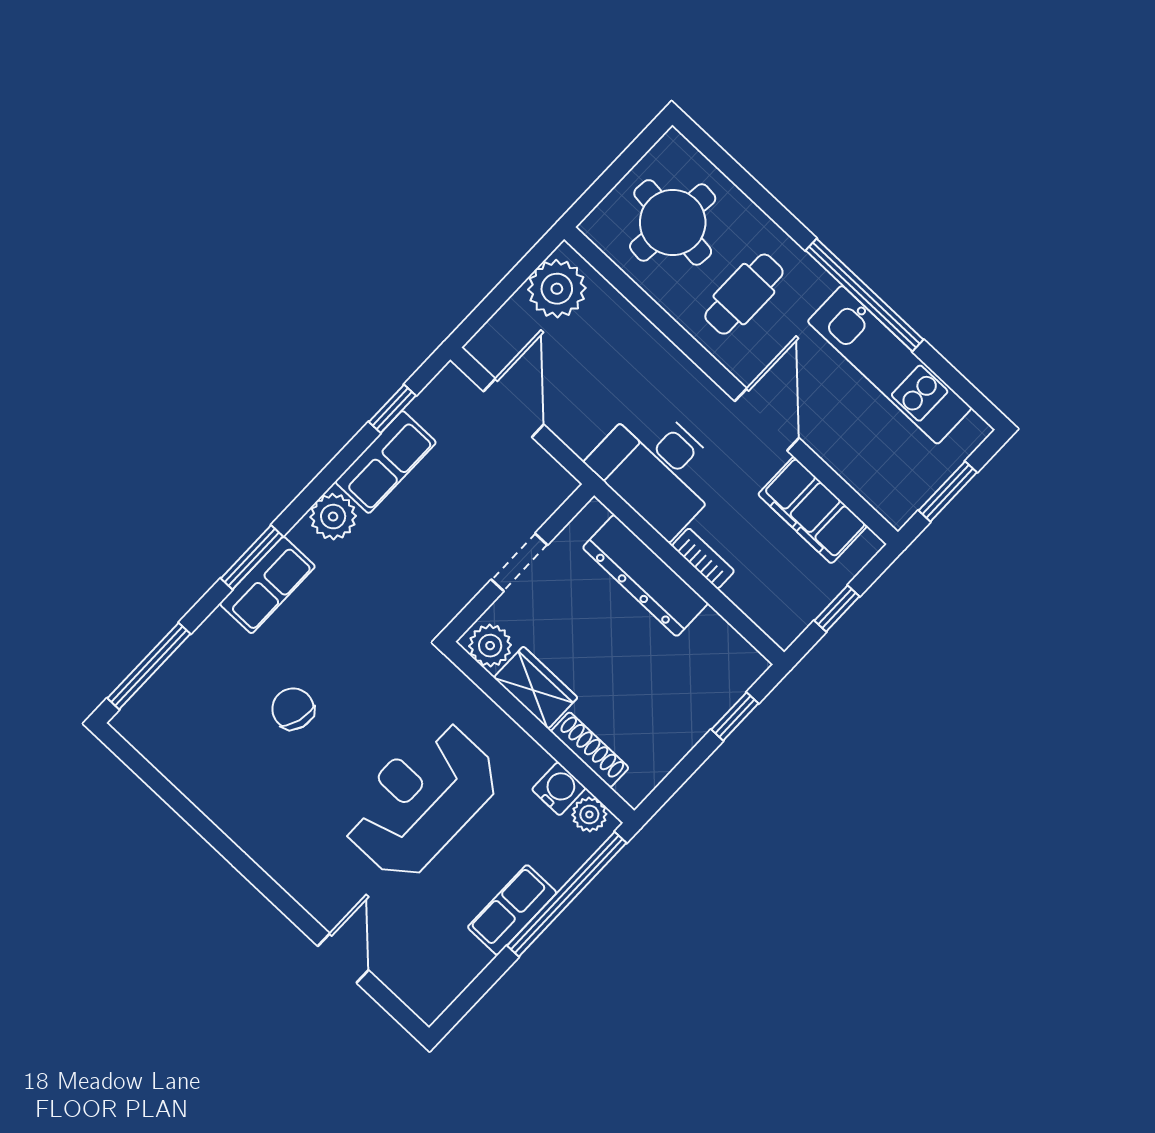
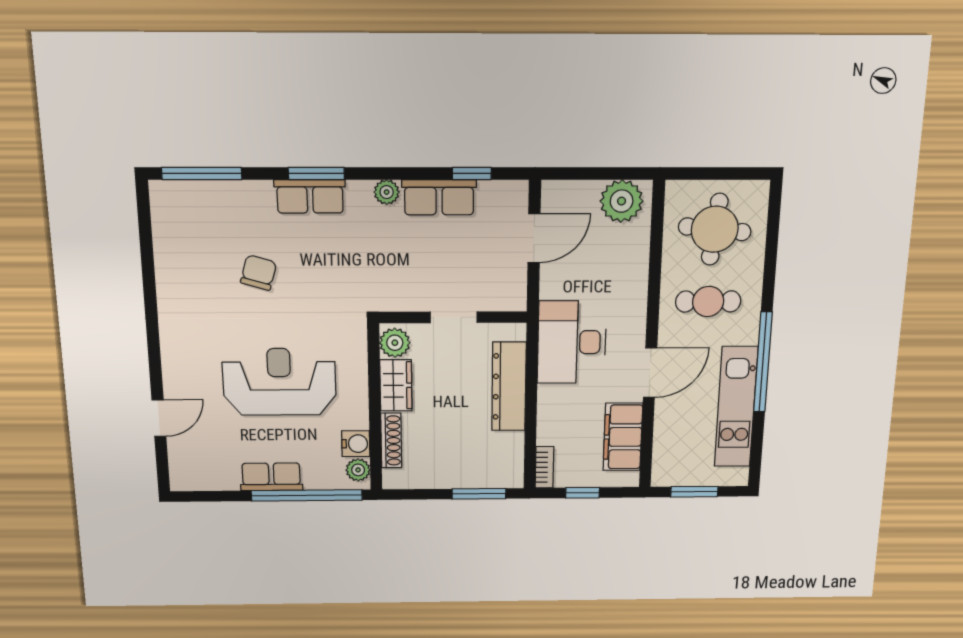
plant: (333, 517) -> (387, 192), width x0.73, depth x0.73
bookcase: (703, 558) -> (544, 467), moved
window: (735, 716) -> (479, 494), width x1.50

